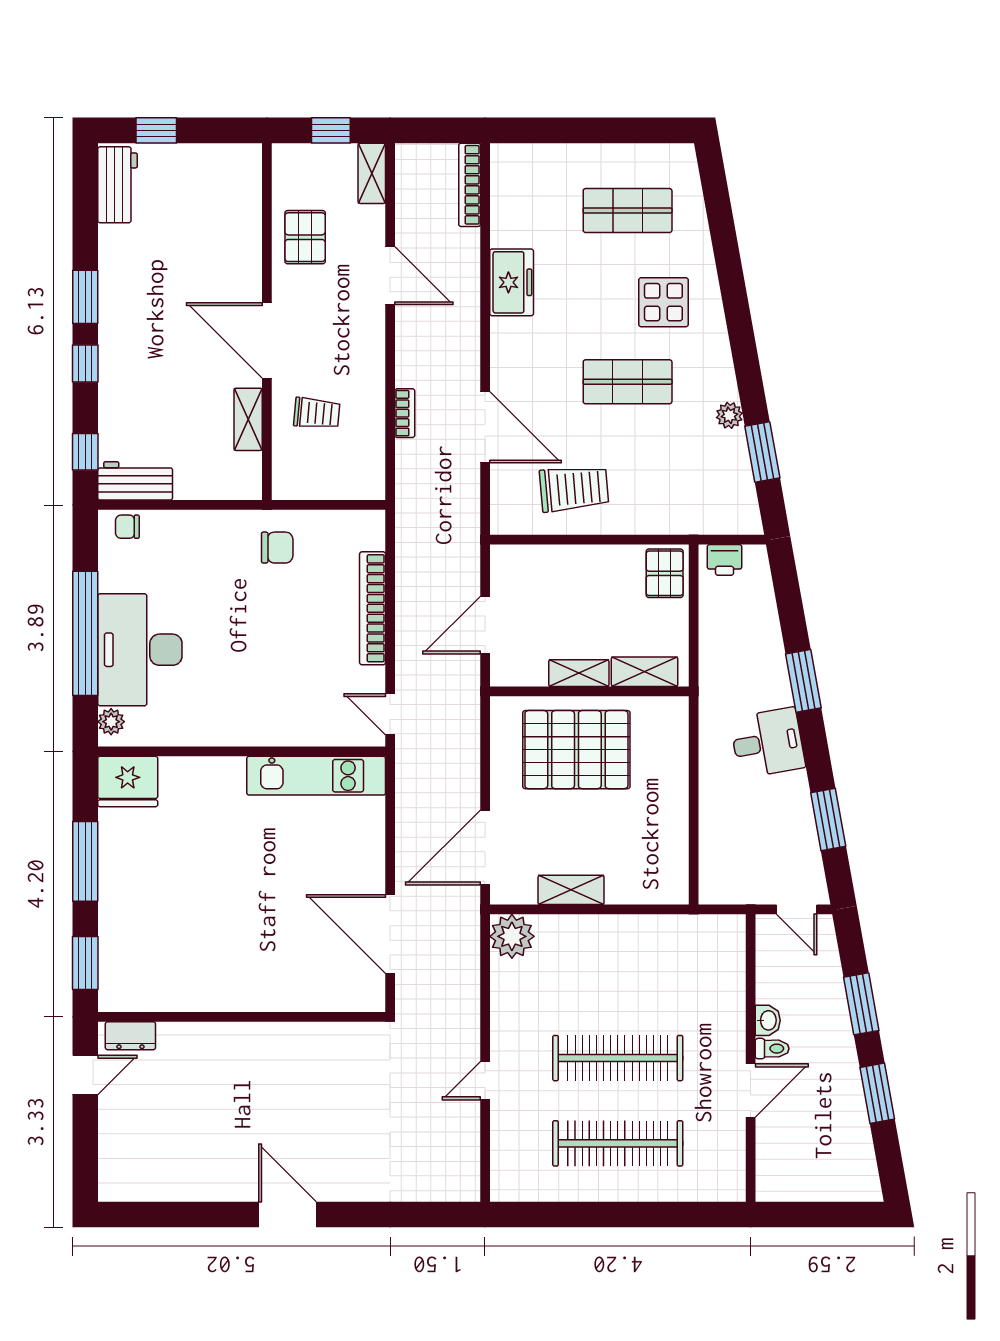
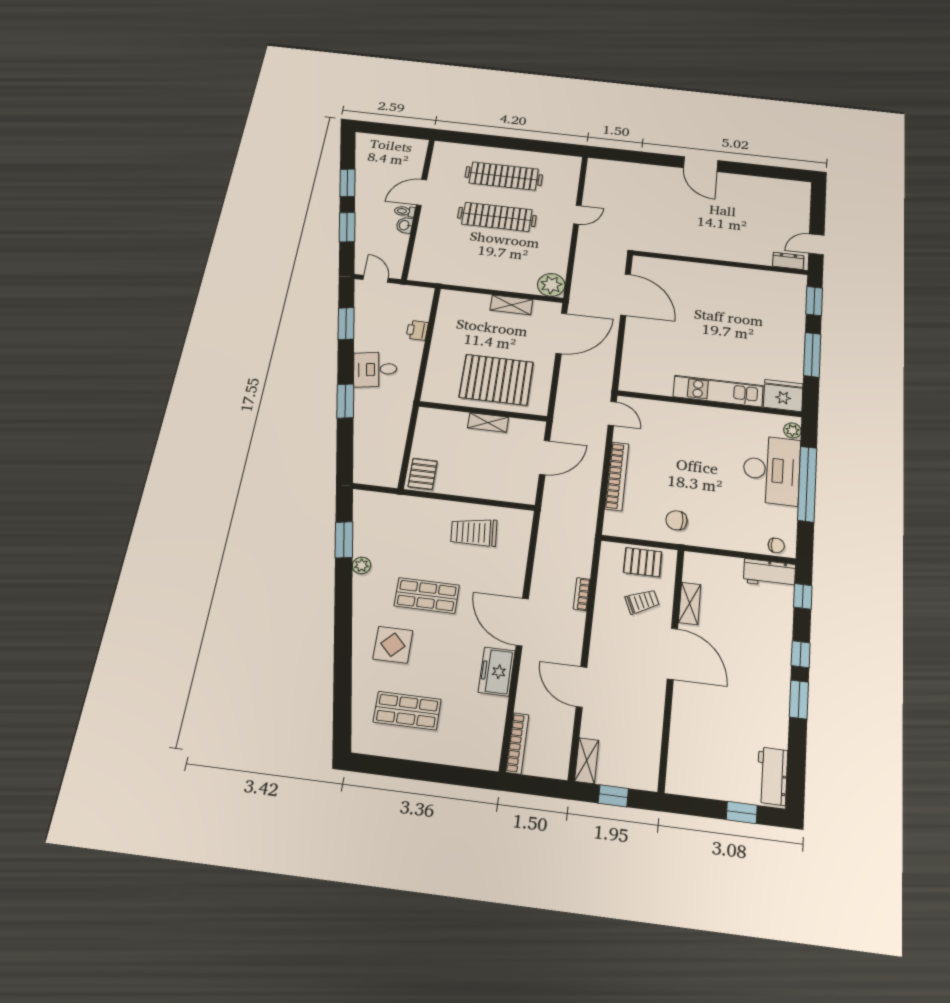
pallet: (305, 237) -> (643, 562), moved, turned 90
trolley: (317, 413) -> (642, 602), turned 151
door: (485, 427) -> (522, 622), moved
printer: (725, 560) -> (417, 330), moved, turned -90
shelving: (645, 672) -> (446, 418), removed
kitchen unit: (316, 776) -> (718, 391), moved

